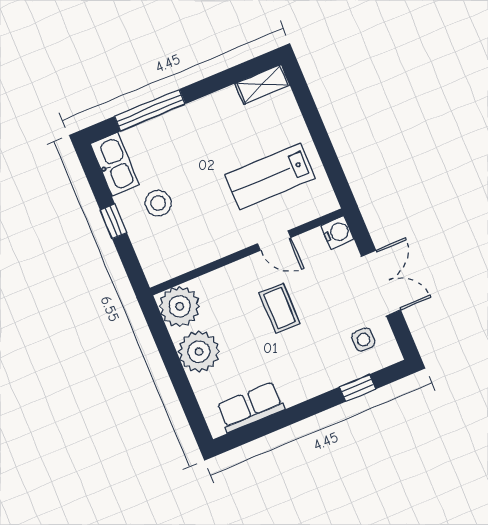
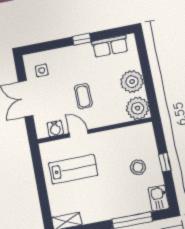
kitchen sink: (115, 164) -> (159, 198), width x0.73
water cooler: (337, 232) -> (55, 129), moved, turned -90
window: (357, 388) -> (82, 39), moved

